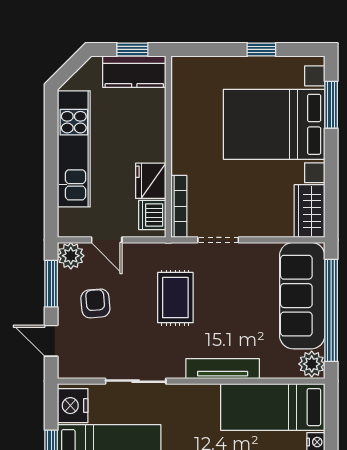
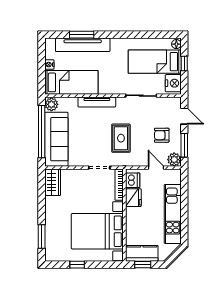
bed with nightstands: (274, 124) -> (97, 231), moved, turned 180
armchair: (95, 303) -> (162, 135), turned 95

